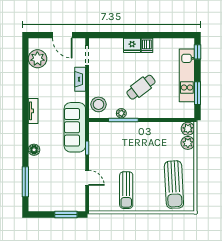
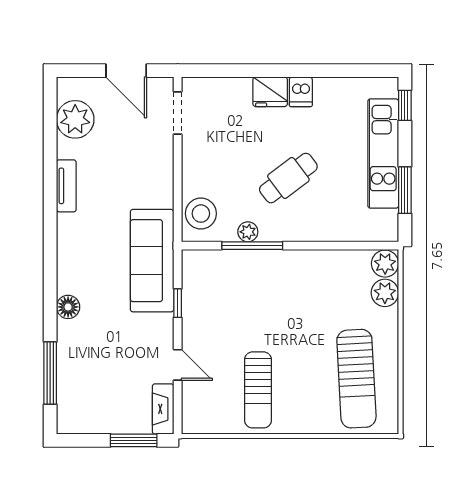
fireplace: (80, 79) -> (163, 409), moved
tv unit: (33, 111) -> (66, 186), moved

